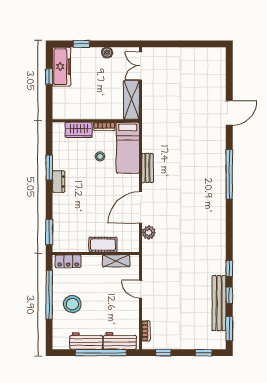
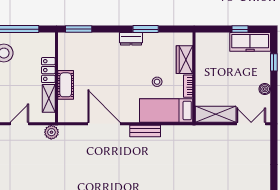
plant: (149, 233) -> (51, 132), moved
locker: (68, 261) -> (48, 70), moved

